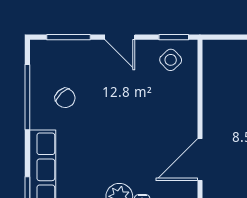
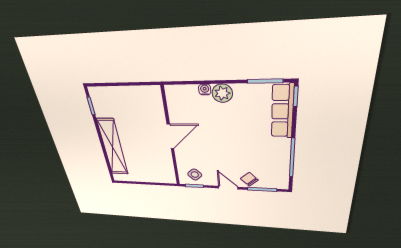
chair: (65, 98) -> (249, 179), moved
door: (200, 159) -> (170, 136), moved

